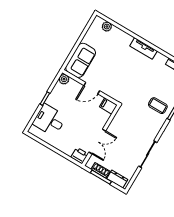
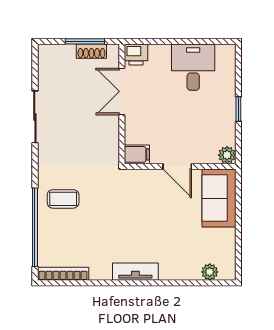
door: (92, 88) -> (177, 166), swing flipped
desk: (49, 120) -> (193, 67), moved, turned -90
dresser: (117, 179) -> (59, 53), removed

